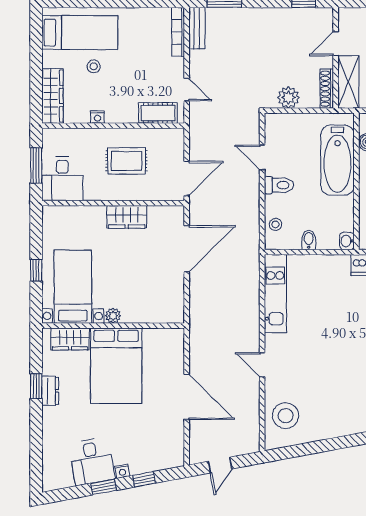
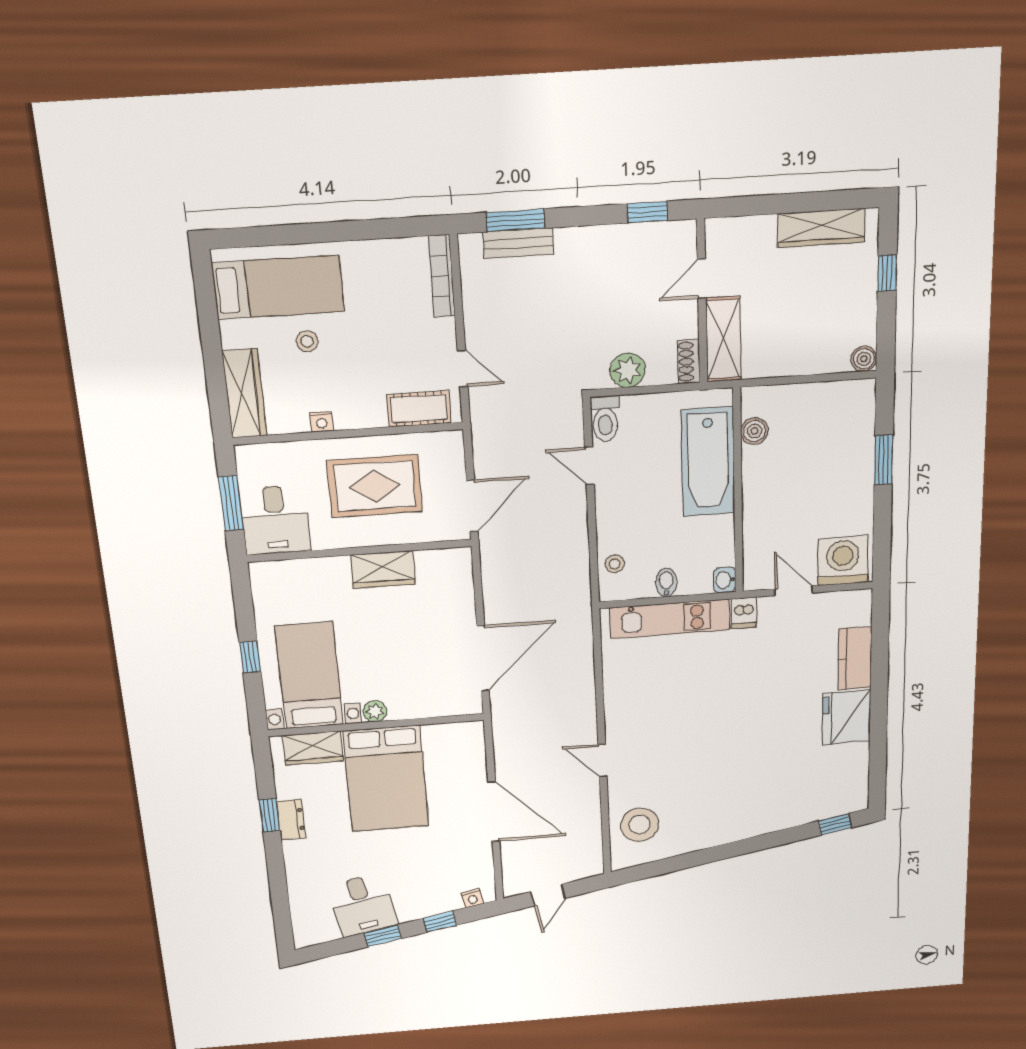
bench: (197, 28) -> (518, 243), moved, turned 90
shoe rack: (327, 89) -> (689, 361), width x0.70
rug: (126, 161) -> (375, 486), width x1.36, depth x1.43
toilet: (279, 185) -> (605, 419), moved, turned 90
door: (187, 249) -> (483, 658), moved
kitchen unit: (275, 294) -> (670, 619), moved, turned 90
nightstand: (122, 471) -> (472, 898), moved

